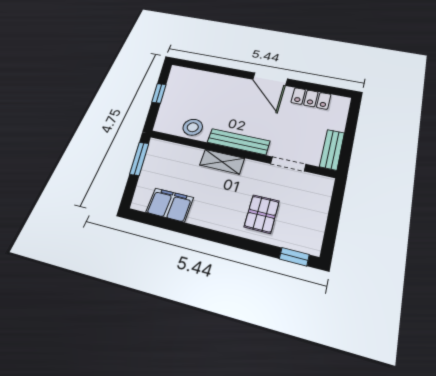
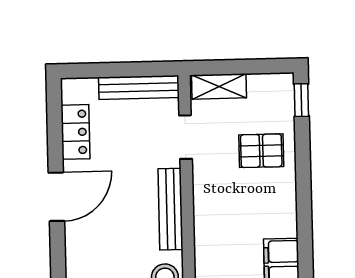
bench: (332, 150) -> (139, 87), width x1.36
shelving: (222, 162) -> (219, 86), moved, turned 90

